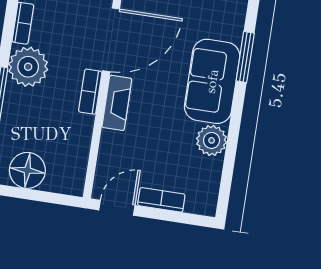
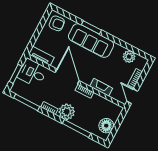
sofa: (212, 81) -> (91, 41), width x1.36
fireplace: (117, 103) -> (101, 87), moved
plant: (212, 140) -> (129, 57), moved

